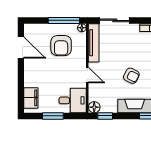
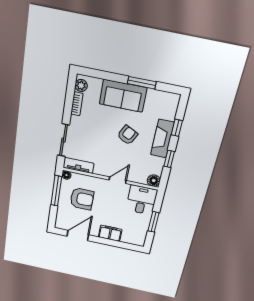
tv unit: (94, 43) -> (78, 165), width x0.71
filing cabinet: (31, 98) -> (110, 233), moved
window: (105, 116) -> (169, 159), moved

